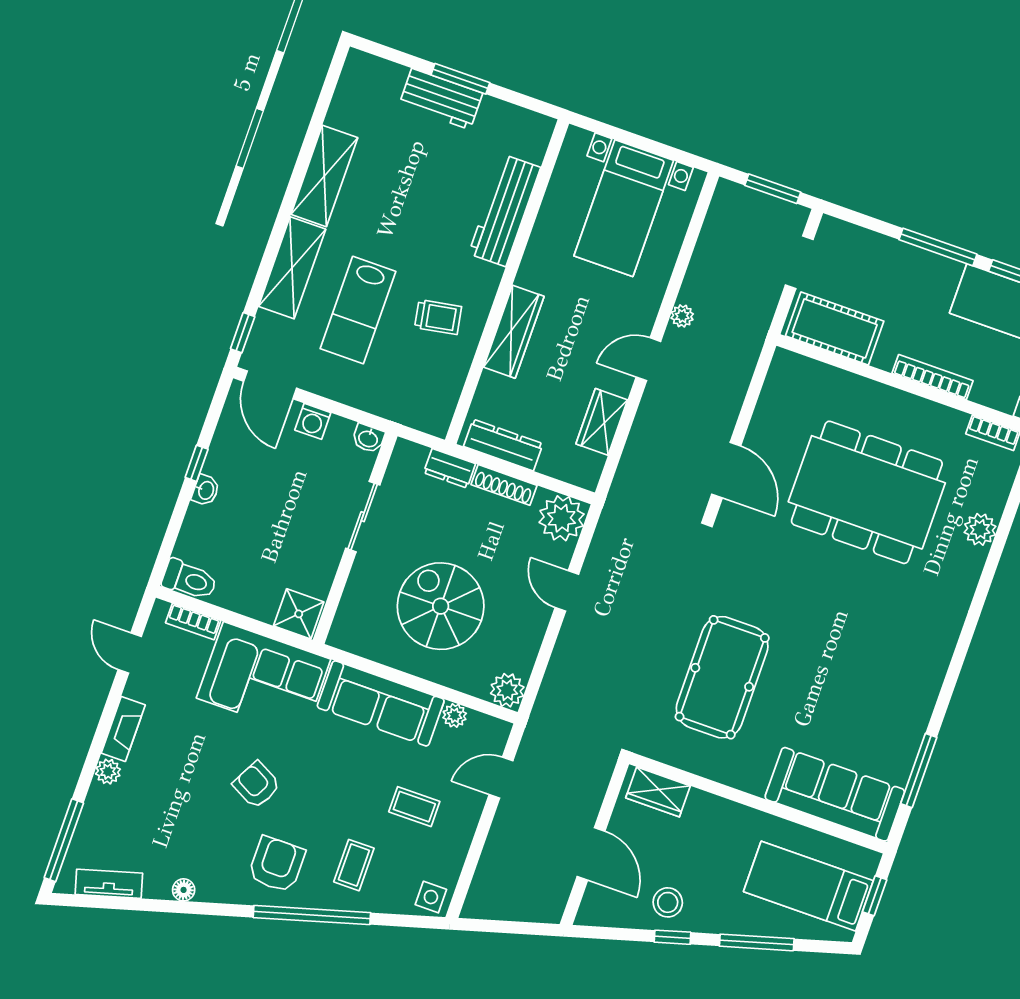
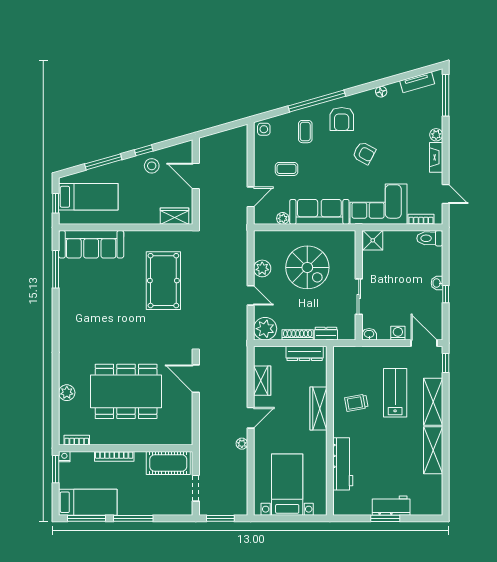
plant: (507, 690) -> (262, 268), moved

